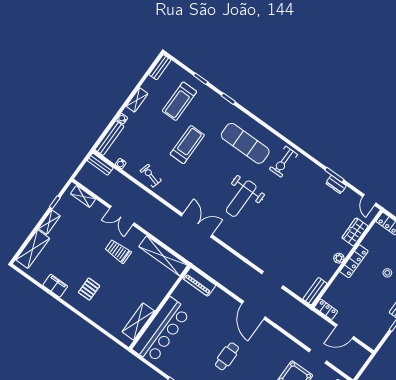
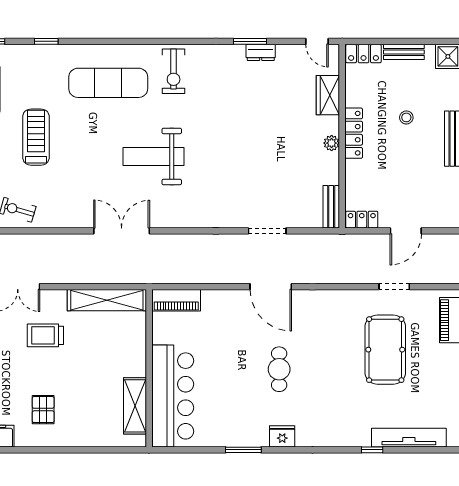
weight bench: (241, 199) -> (154, 156), turned 90

